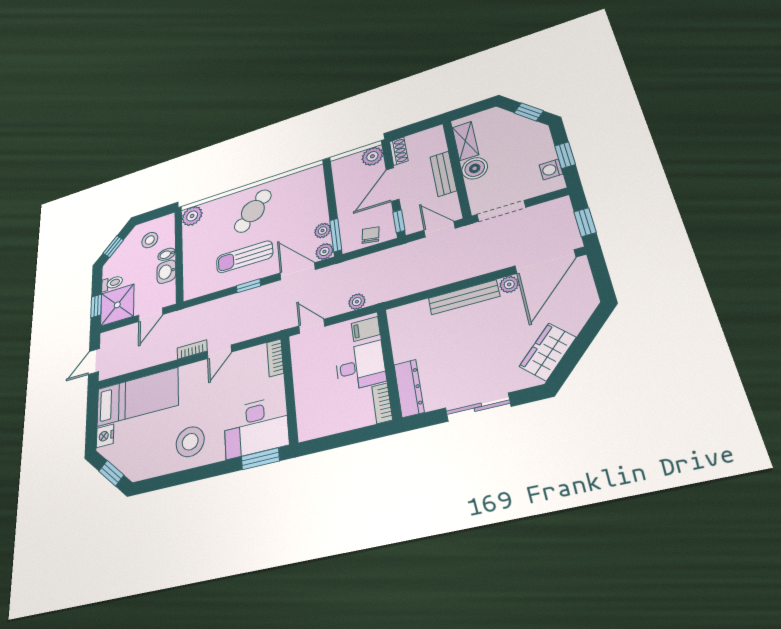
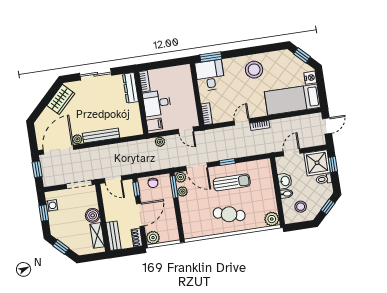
bench: (443, 174) -> (114, 236), moved
cafe table: (253, 211) -> (229, 214), turned 62
desk: (256, 427) -> (210, 75), width x0.73

